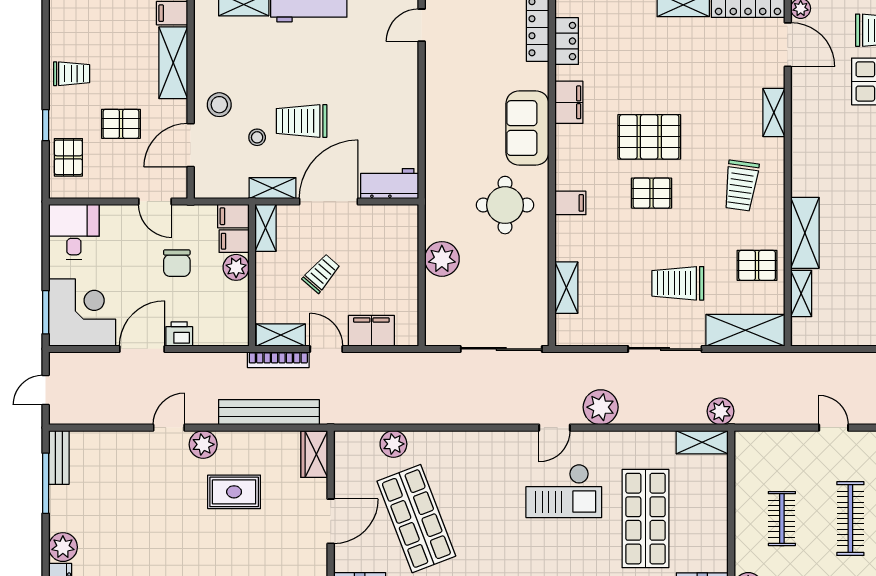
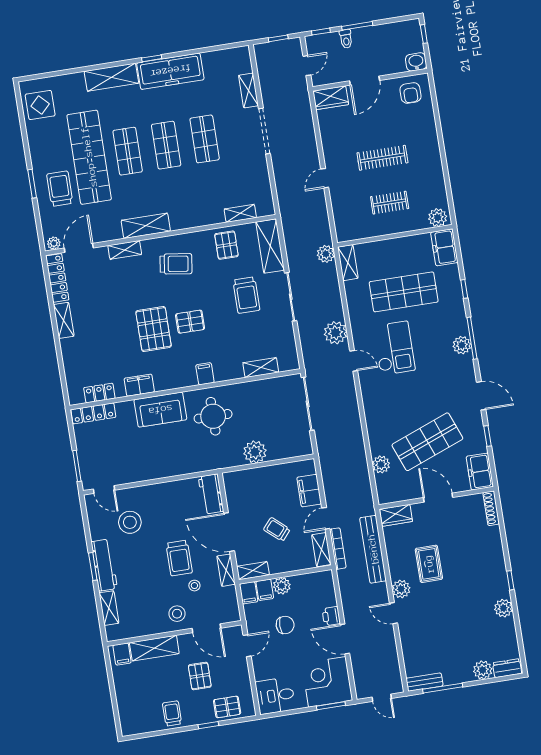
stool: (367, 56) -> (130, 522), added
pallet: (652, 193) -> (190, 322), turned 90
shelving: (805, 233) -> (146, 226), moved

